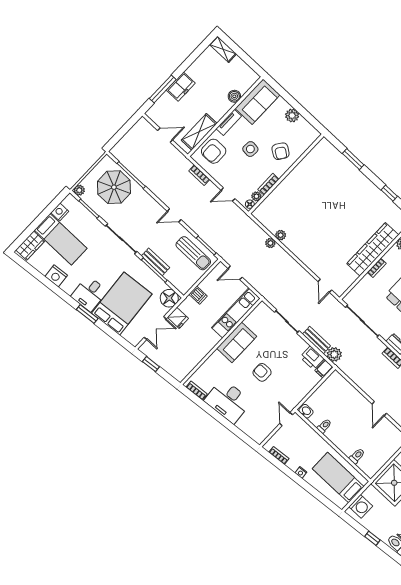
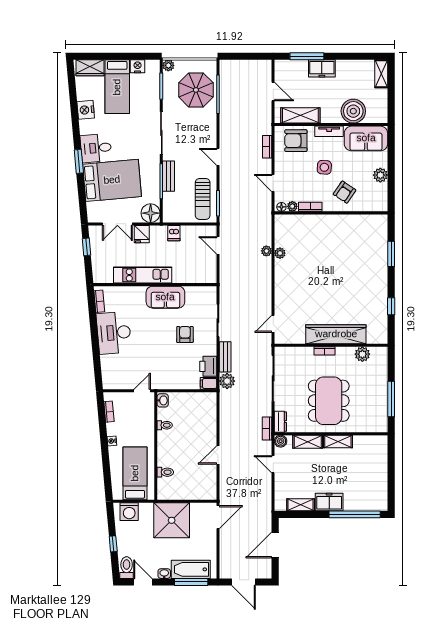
boiler: (234, 96) -> (353, 111), width x1.86, depth x1.86
kitchen unit: (236, 313) -> (143, 275), moved
armchair: (262, 372) -> (185, 334), moved

